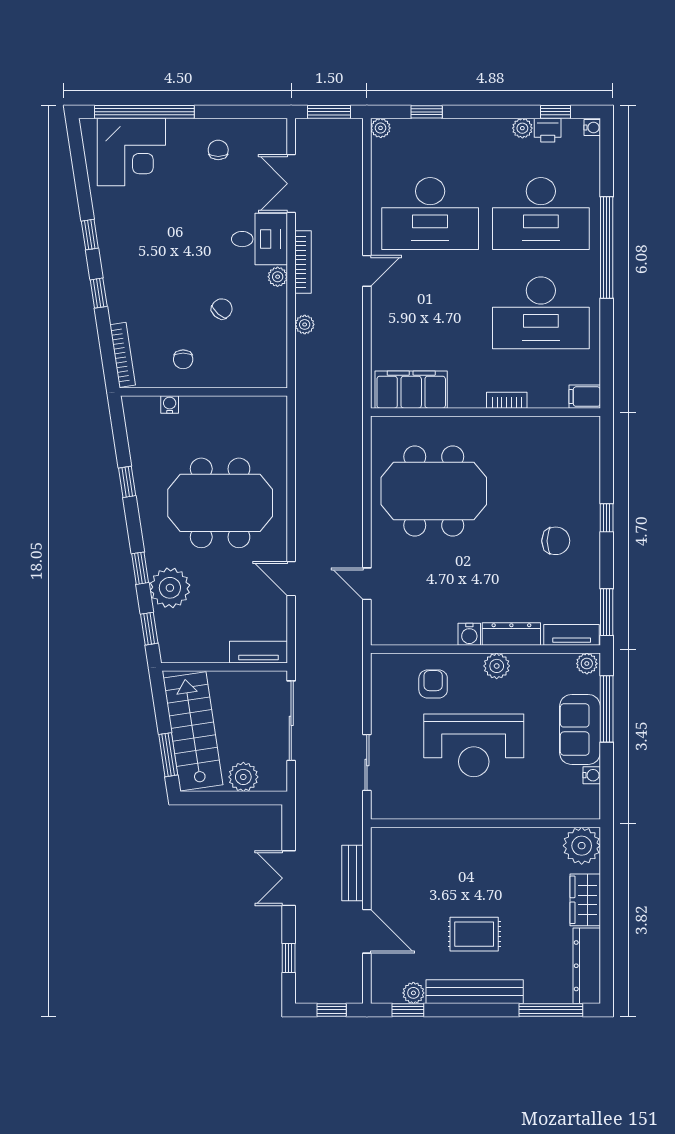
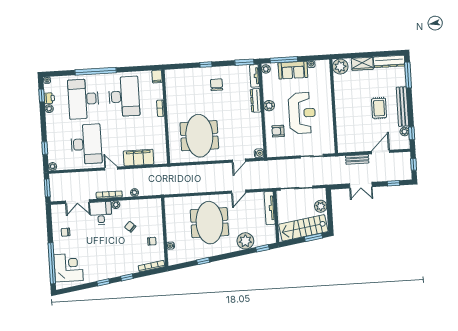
desk: (541, 214) -> (83, 99), turned 180
filing cabinet: (411, 390) -> (139, 158), moved, turned 90
window: (140, 568) -> (238, 254), removed
water cooler: (469, 634) -> (259, 153), moved
tv unit: (259, 652) -> (270, 208), width x1.41

